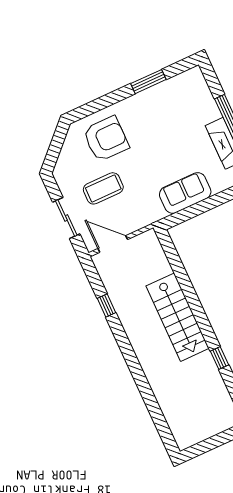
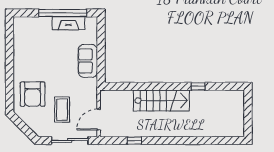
window: (148, 82) -> (10, 52), removed
armchair: (106, 139) -> (33, 94), turned 180
sliding door: (66, 218) -> (70, 141), width x1.37

